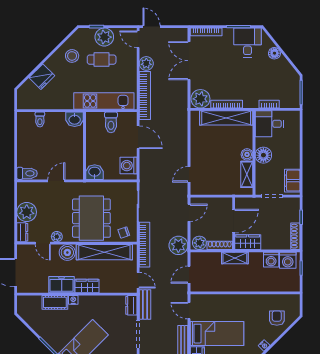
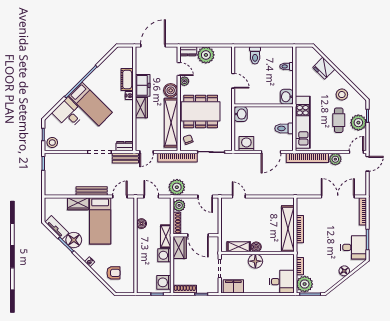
plant: (200, 99) -> (305, 284), moved
desk: (269, 124) -> (282, 282), moved, turned 90
toilet: (27, 173) -> (255, 55), moved
door: (43, 243) -> (179, 69), swing flipped
washing machine: (271, 260) -> (164, 255), moved
boiler: (220, 286) -> (141, 224), added

